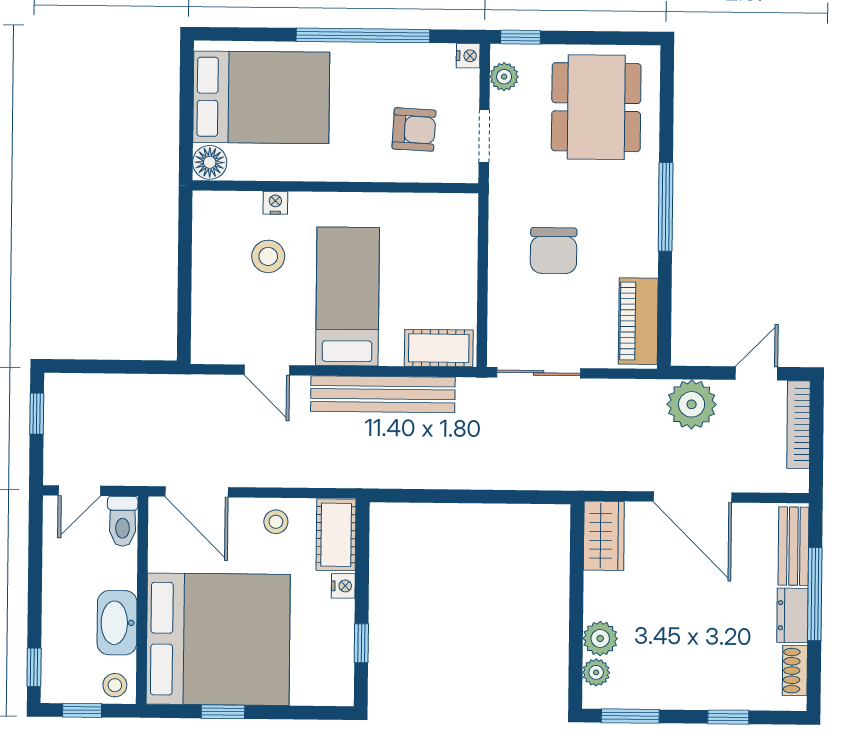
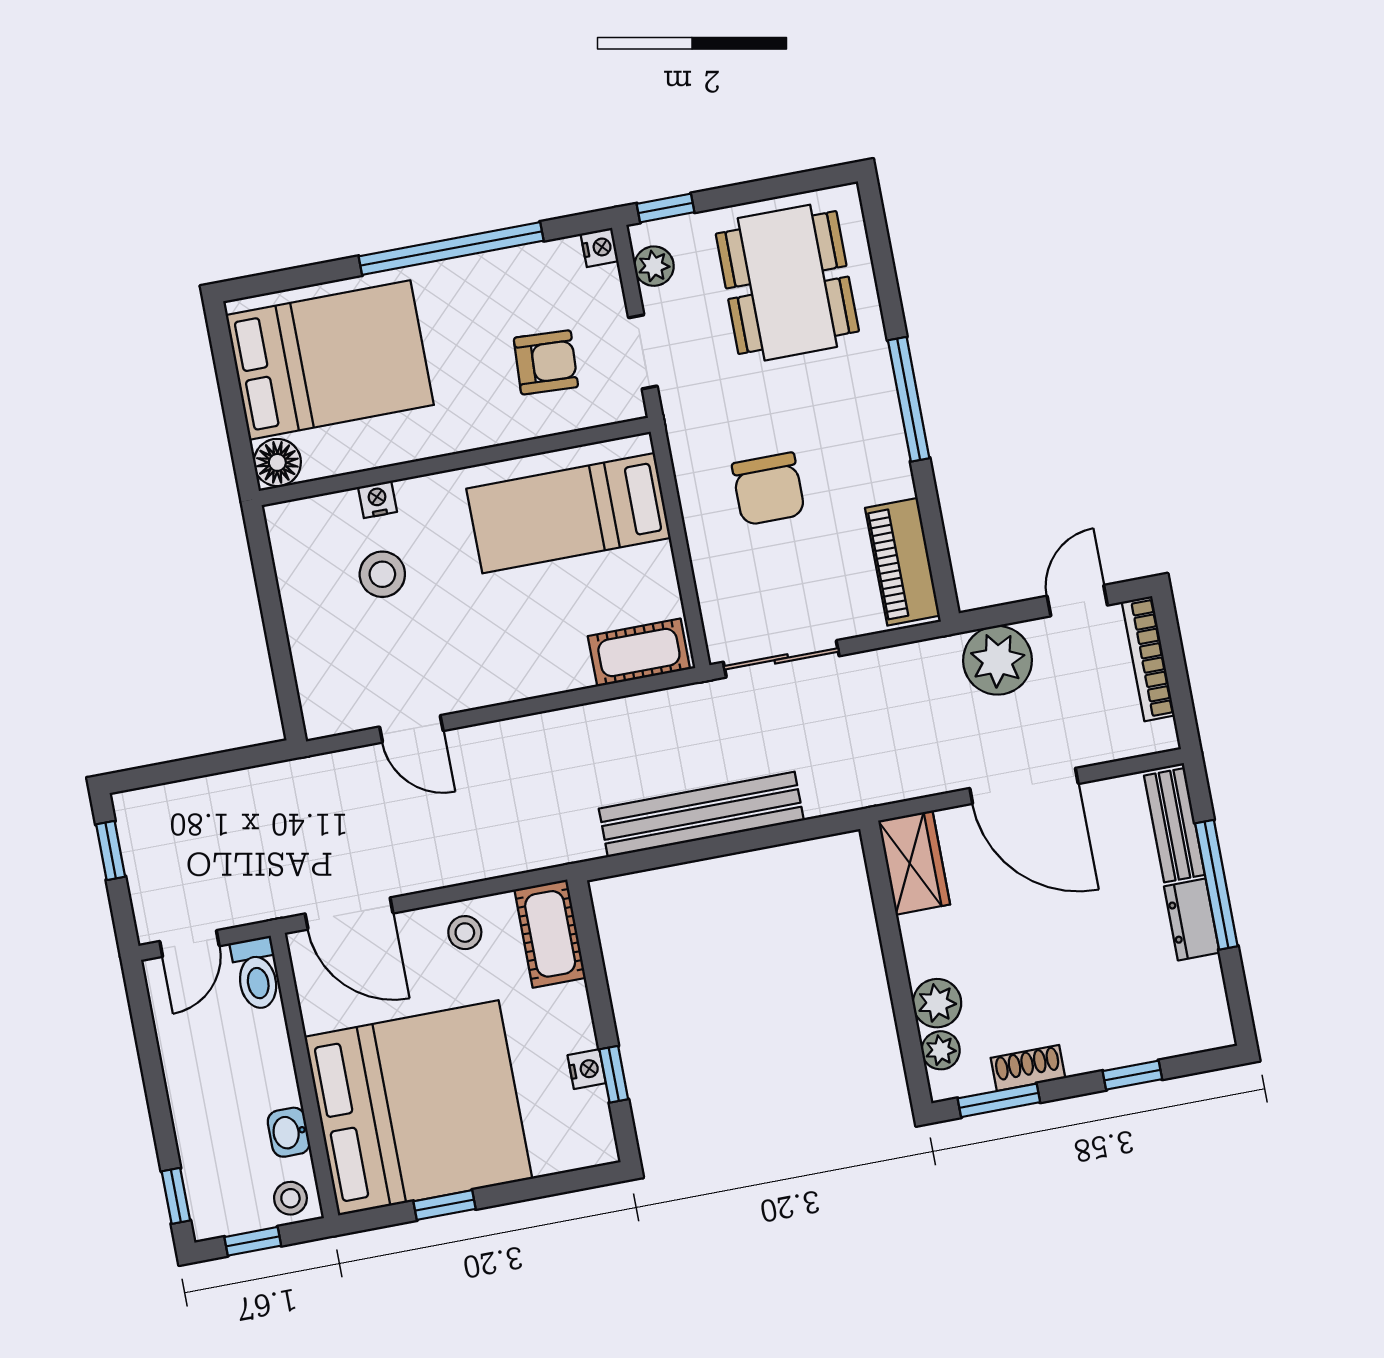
bed: (348, 296) -> (569, 513), moved, turned -90
bench: (383, 394) -> (701, 814), moved
nightstand: (343, 586) -> (587, 1069), moved
washbasin: (117, 623) -> (289, 1132), width x0.52, depth x0.69
shoe rack: (795, 671) -> (1028, 1068), moved, turned 90

